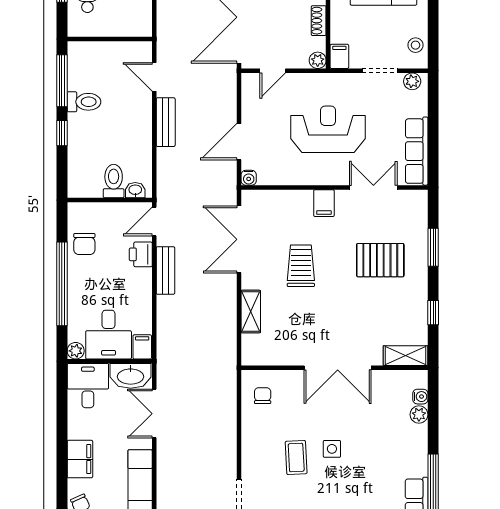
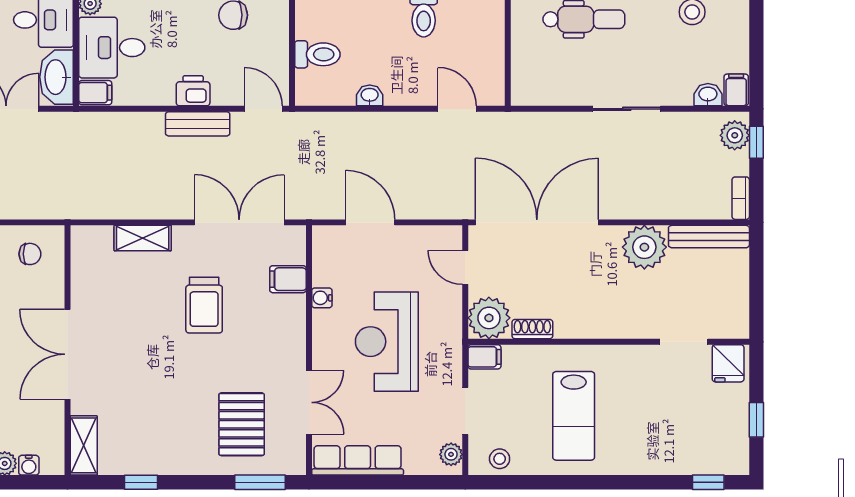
plant: (318, 60) -> (489, 318), width x1.87, depth x1.87
door: (154, 77) -> (457, 109), hinge flipped
bench: (166, 122) -> (396, 124), removed
reception desk: (328, 129) -> (387, 342), turned 180
water cooler: (249, 178) -> (322, 298), moved
washbasin: (135, 190) -> (370, 95), moved, turned -90
filing cabinet: (324, 203) -> (288, 279), moved
window: (433, 247) -> (260, 482), moved
printer: (141, 254) -> (193, 91), moved
pallet: (380, 260) -> (242, 424), moved
trolley: (301, 266) -> (204, 305), turned 90

